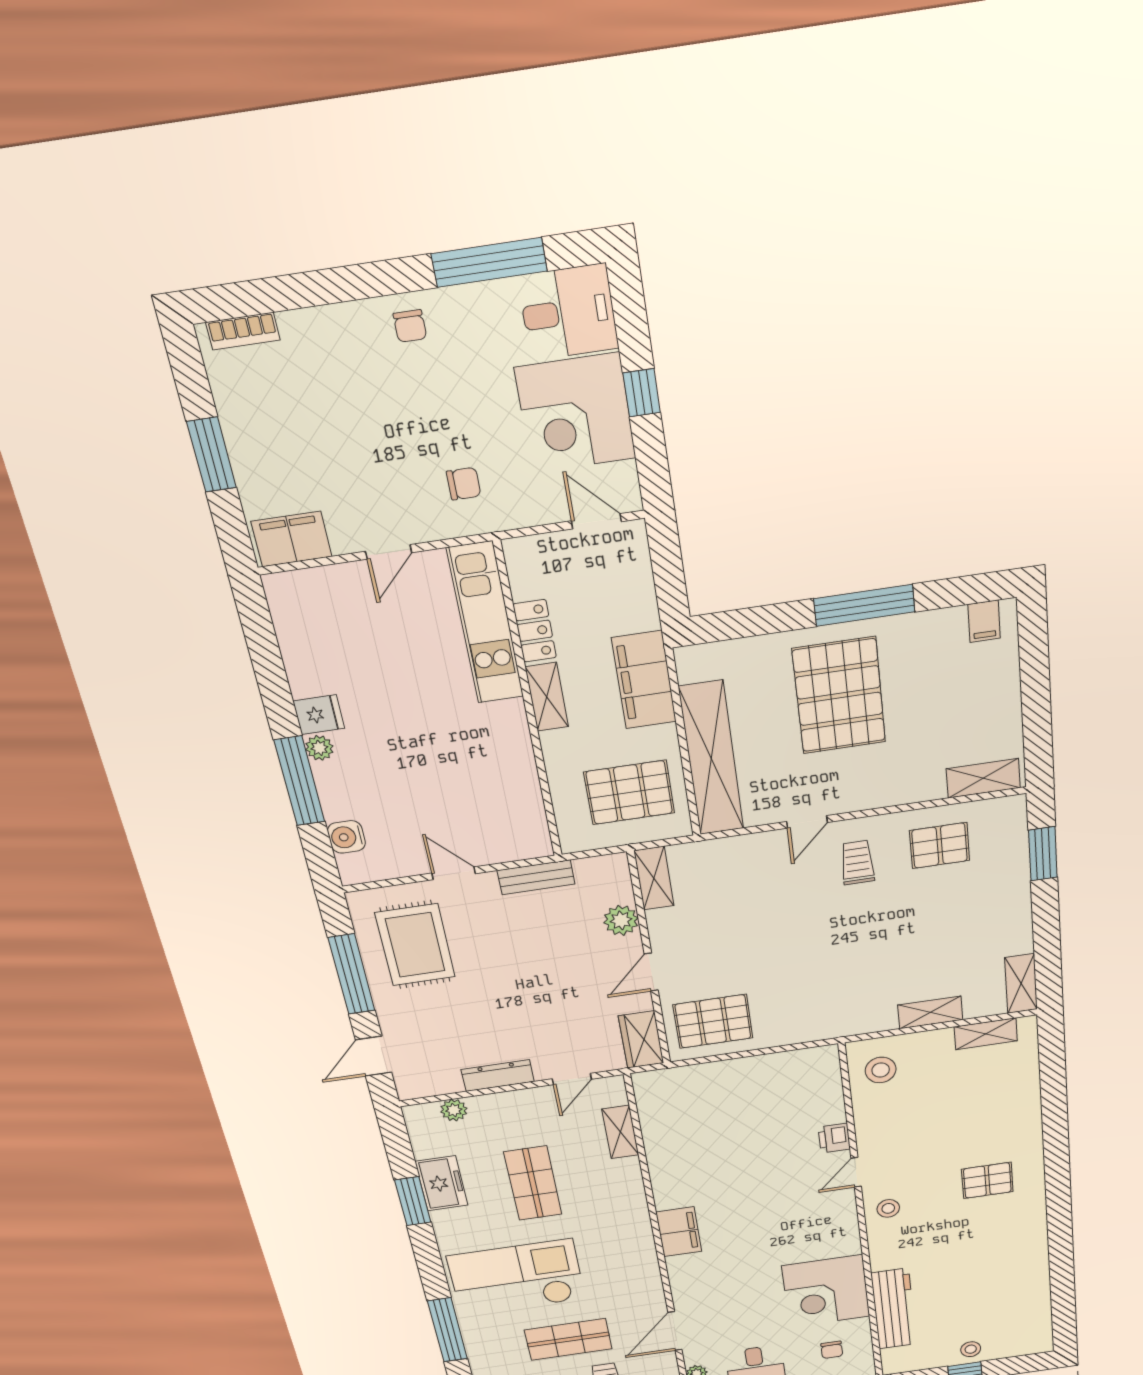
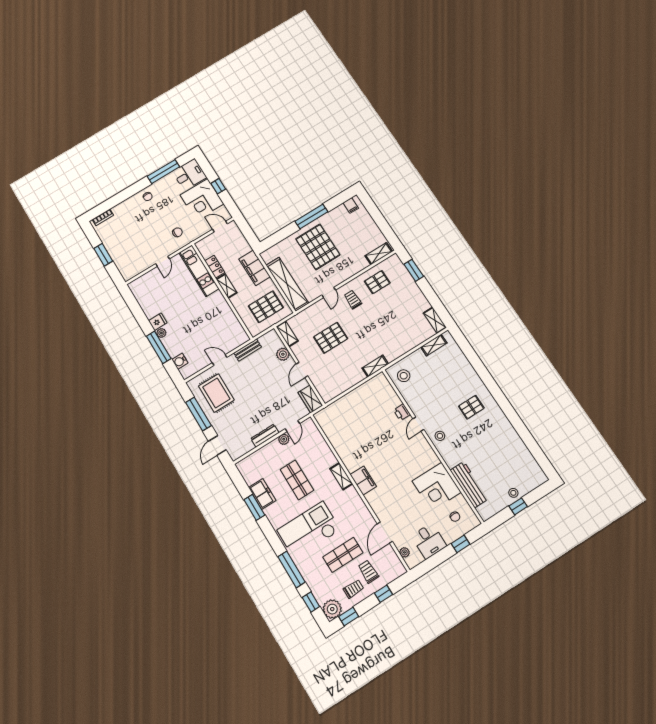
filing cabinet: (291, 539) -> (133, 270), removed
shelving: (930, 1012) -> (375, 366), moved
pallet: (713, 1021) -> (331, 338), moved
plant: (454, 1110) -> (284, 439), moved
shelving: (620, 1132) -> (341, 476), moved

